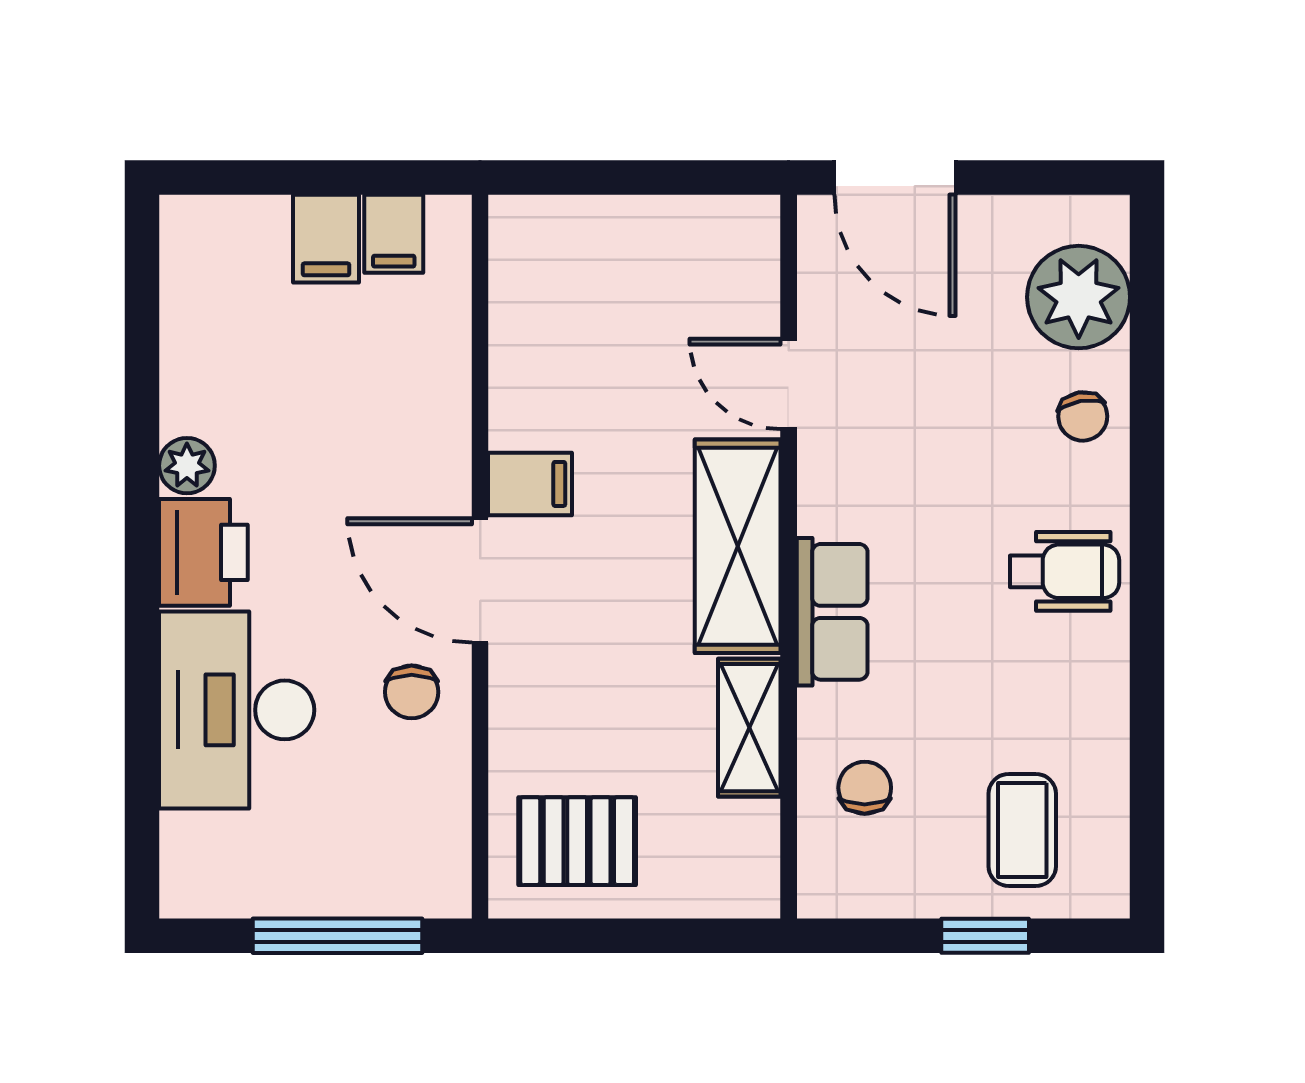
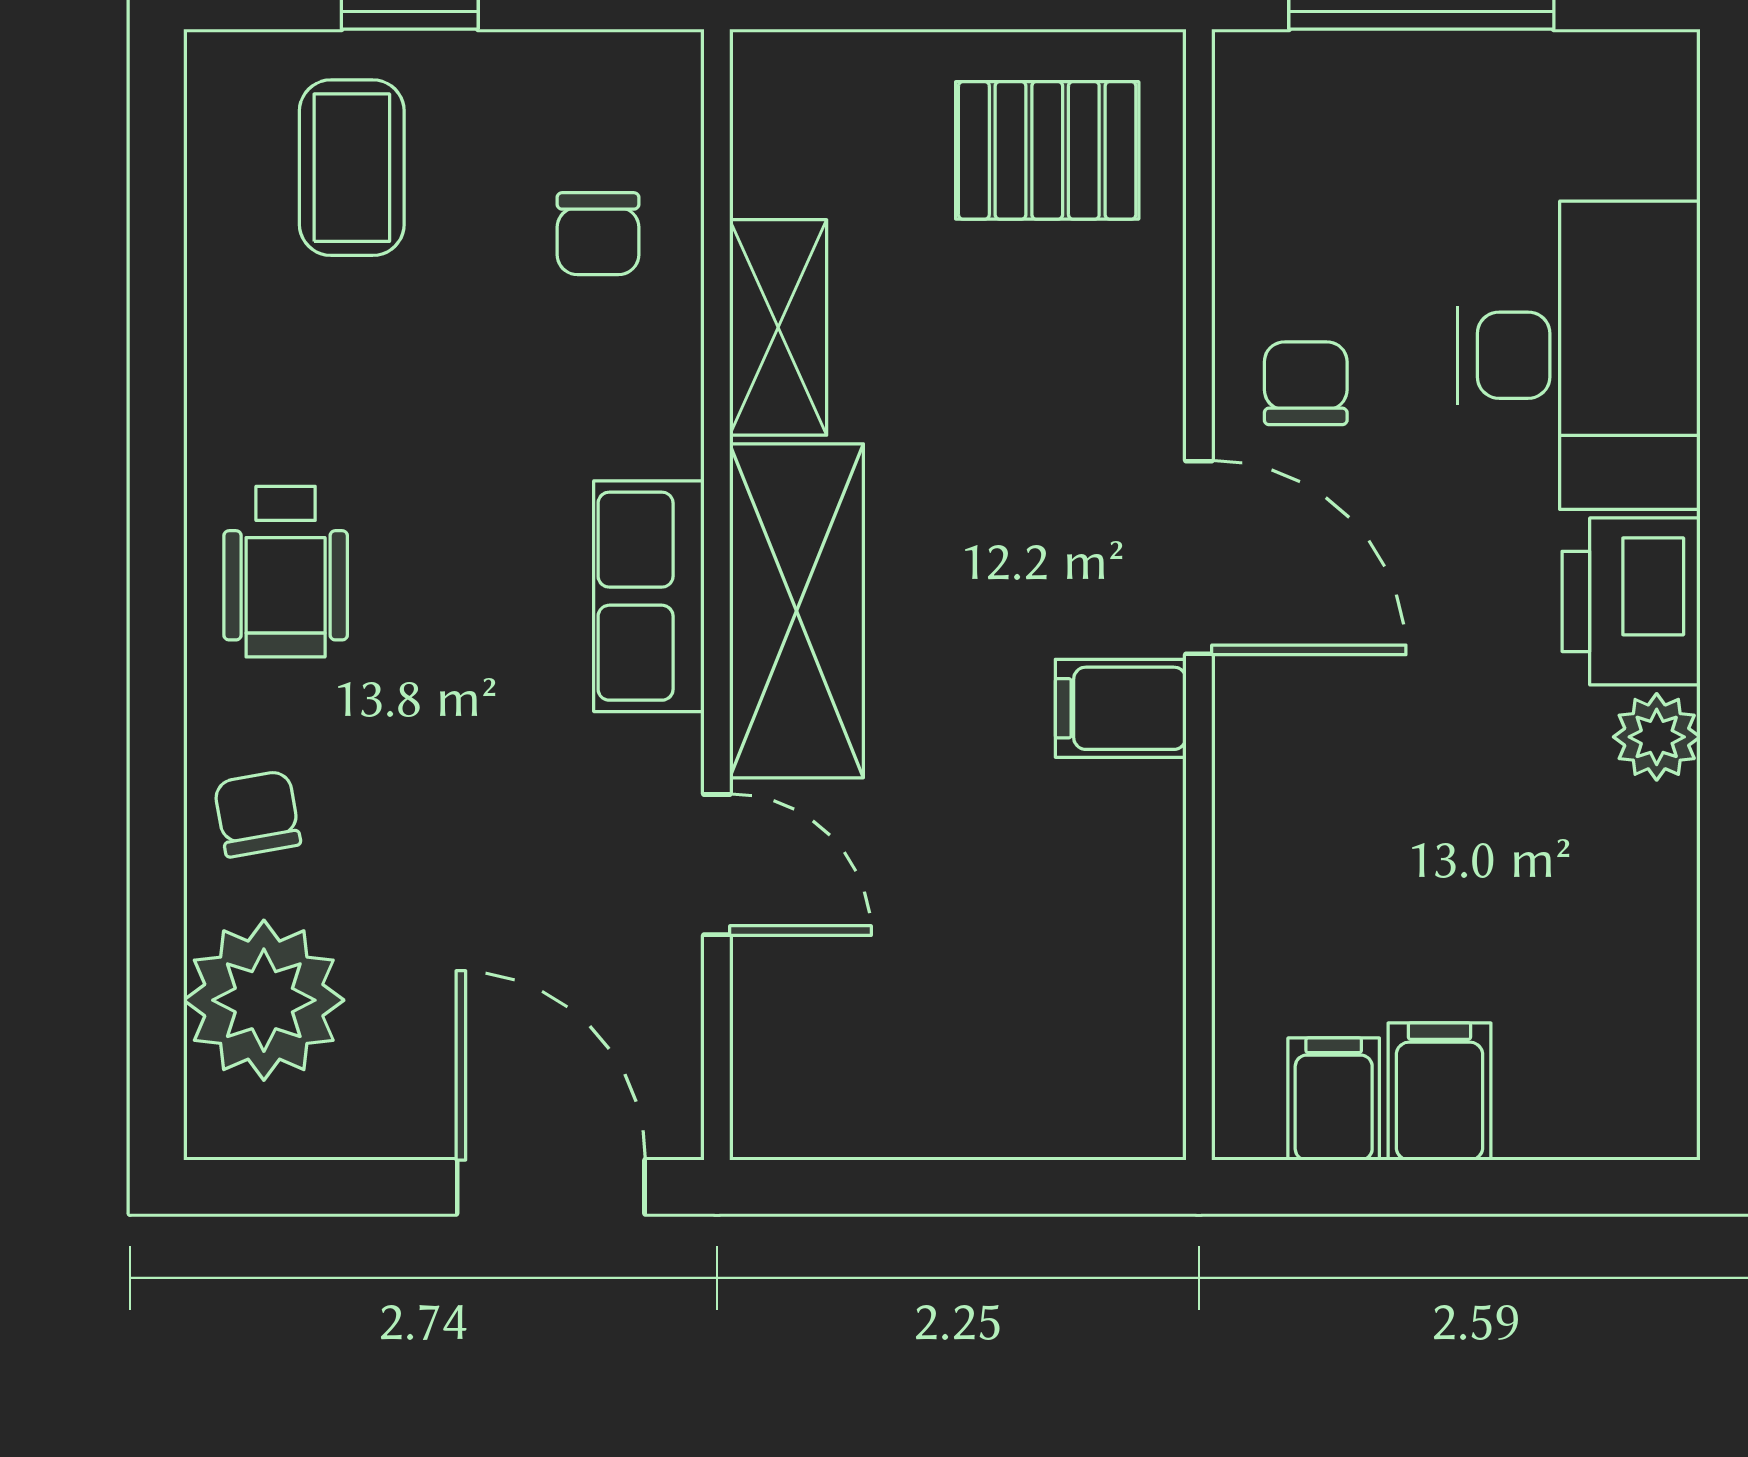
wheelchair: (1065, 571) -> (286, 572), turned -90
row of seats: (832, 612) -> (649, 596), moved

